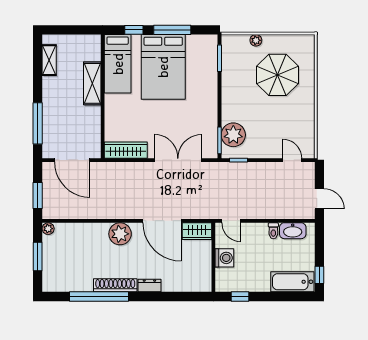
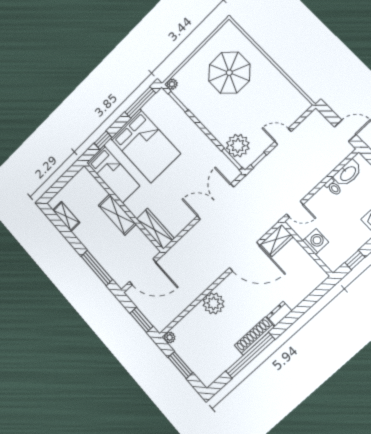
window: (172, 30) -> (140, 103), moved
plant: (256, 40) -> (172, 84), moved
shelving: (92, 83) -> (117, 215), moved
wardrobe: (126, 150) -> (155, 229), moved, turned 90
door: (292, 160) -> (283, 136), moved
plant: (120, 234) -> (213, 303), moved

